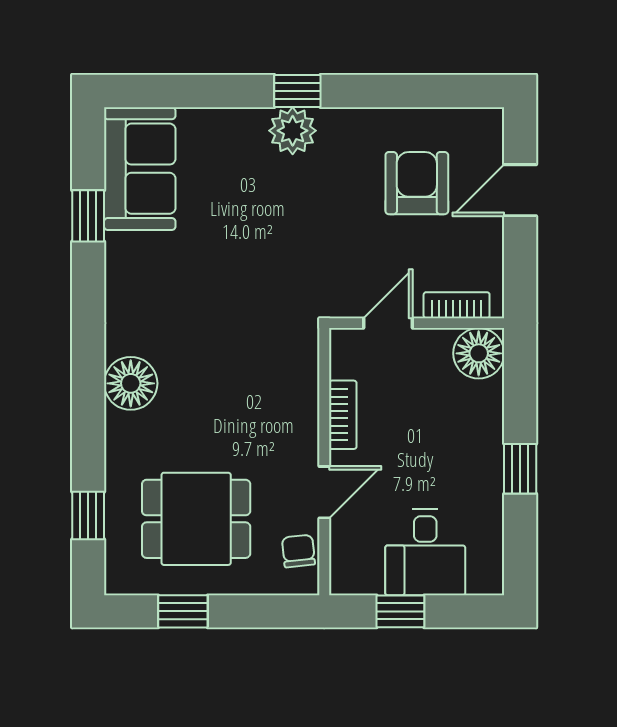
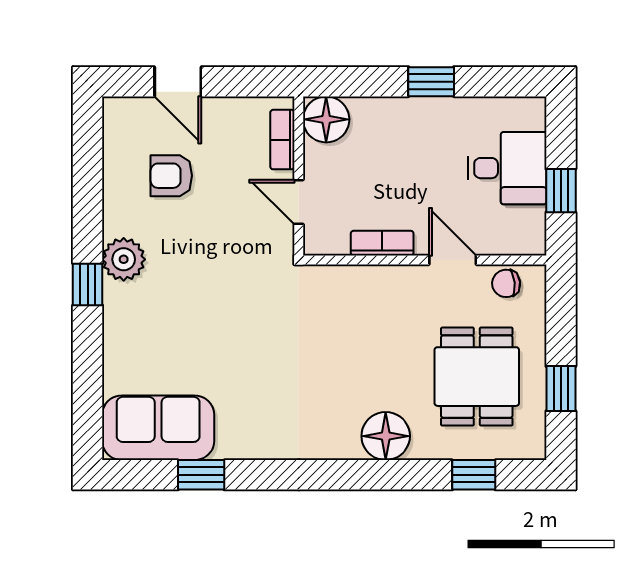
plant: (293, 131) -> (124, 259), moved
armchair: (417, 183) -> (171, 176), width x0.72, depth x0.72
floor lamp: (131, 383) -> (386, 436), moved

